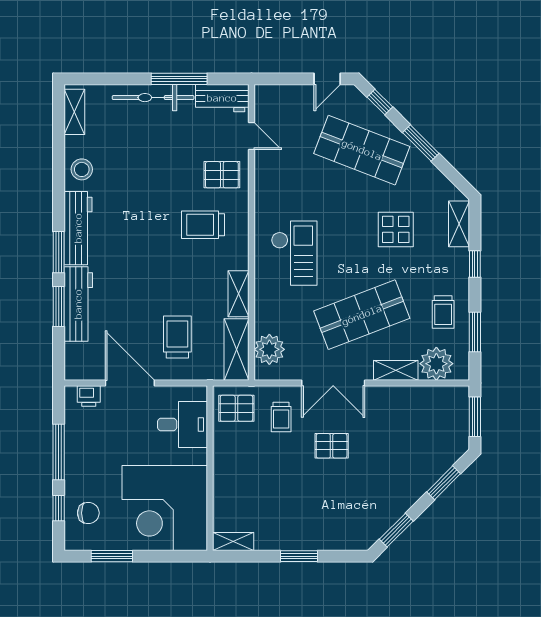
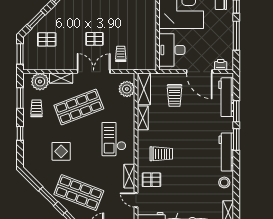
shelving: (459, 224) -> (129, 176), moved
workbench: (78, 304) -> (226, 97), moved
pallet: (236, 408) -> (47, 39), moved
desk: (183, 424) -> (172, 50), width x1.37

